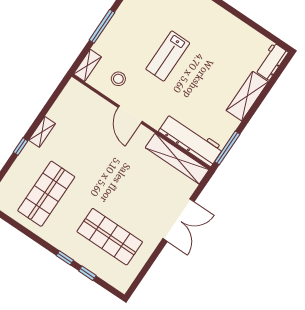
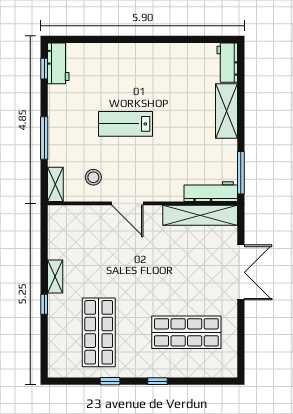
lab bench: (168, 56) -> (126, 124), turned 90
workbench: (191, 140) -> (211, 192), width x0.73, depth x0.76
window: (87, 273) -> (110, 381), moved

